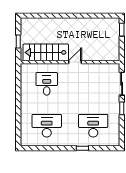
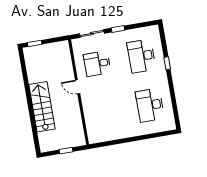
stairs: (46, 52) -> (42, 107), moved, turned 180
desk: (47, 84) -> (97, 64), moved

